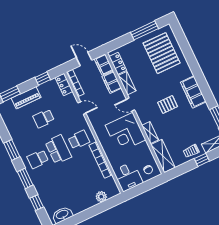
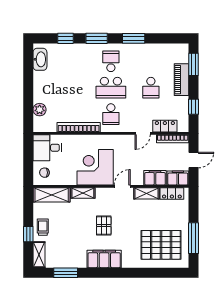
locker: (64, 84) -> (165, 126), moved
school desk: (44, 118) -> (151, 88), turned 180

